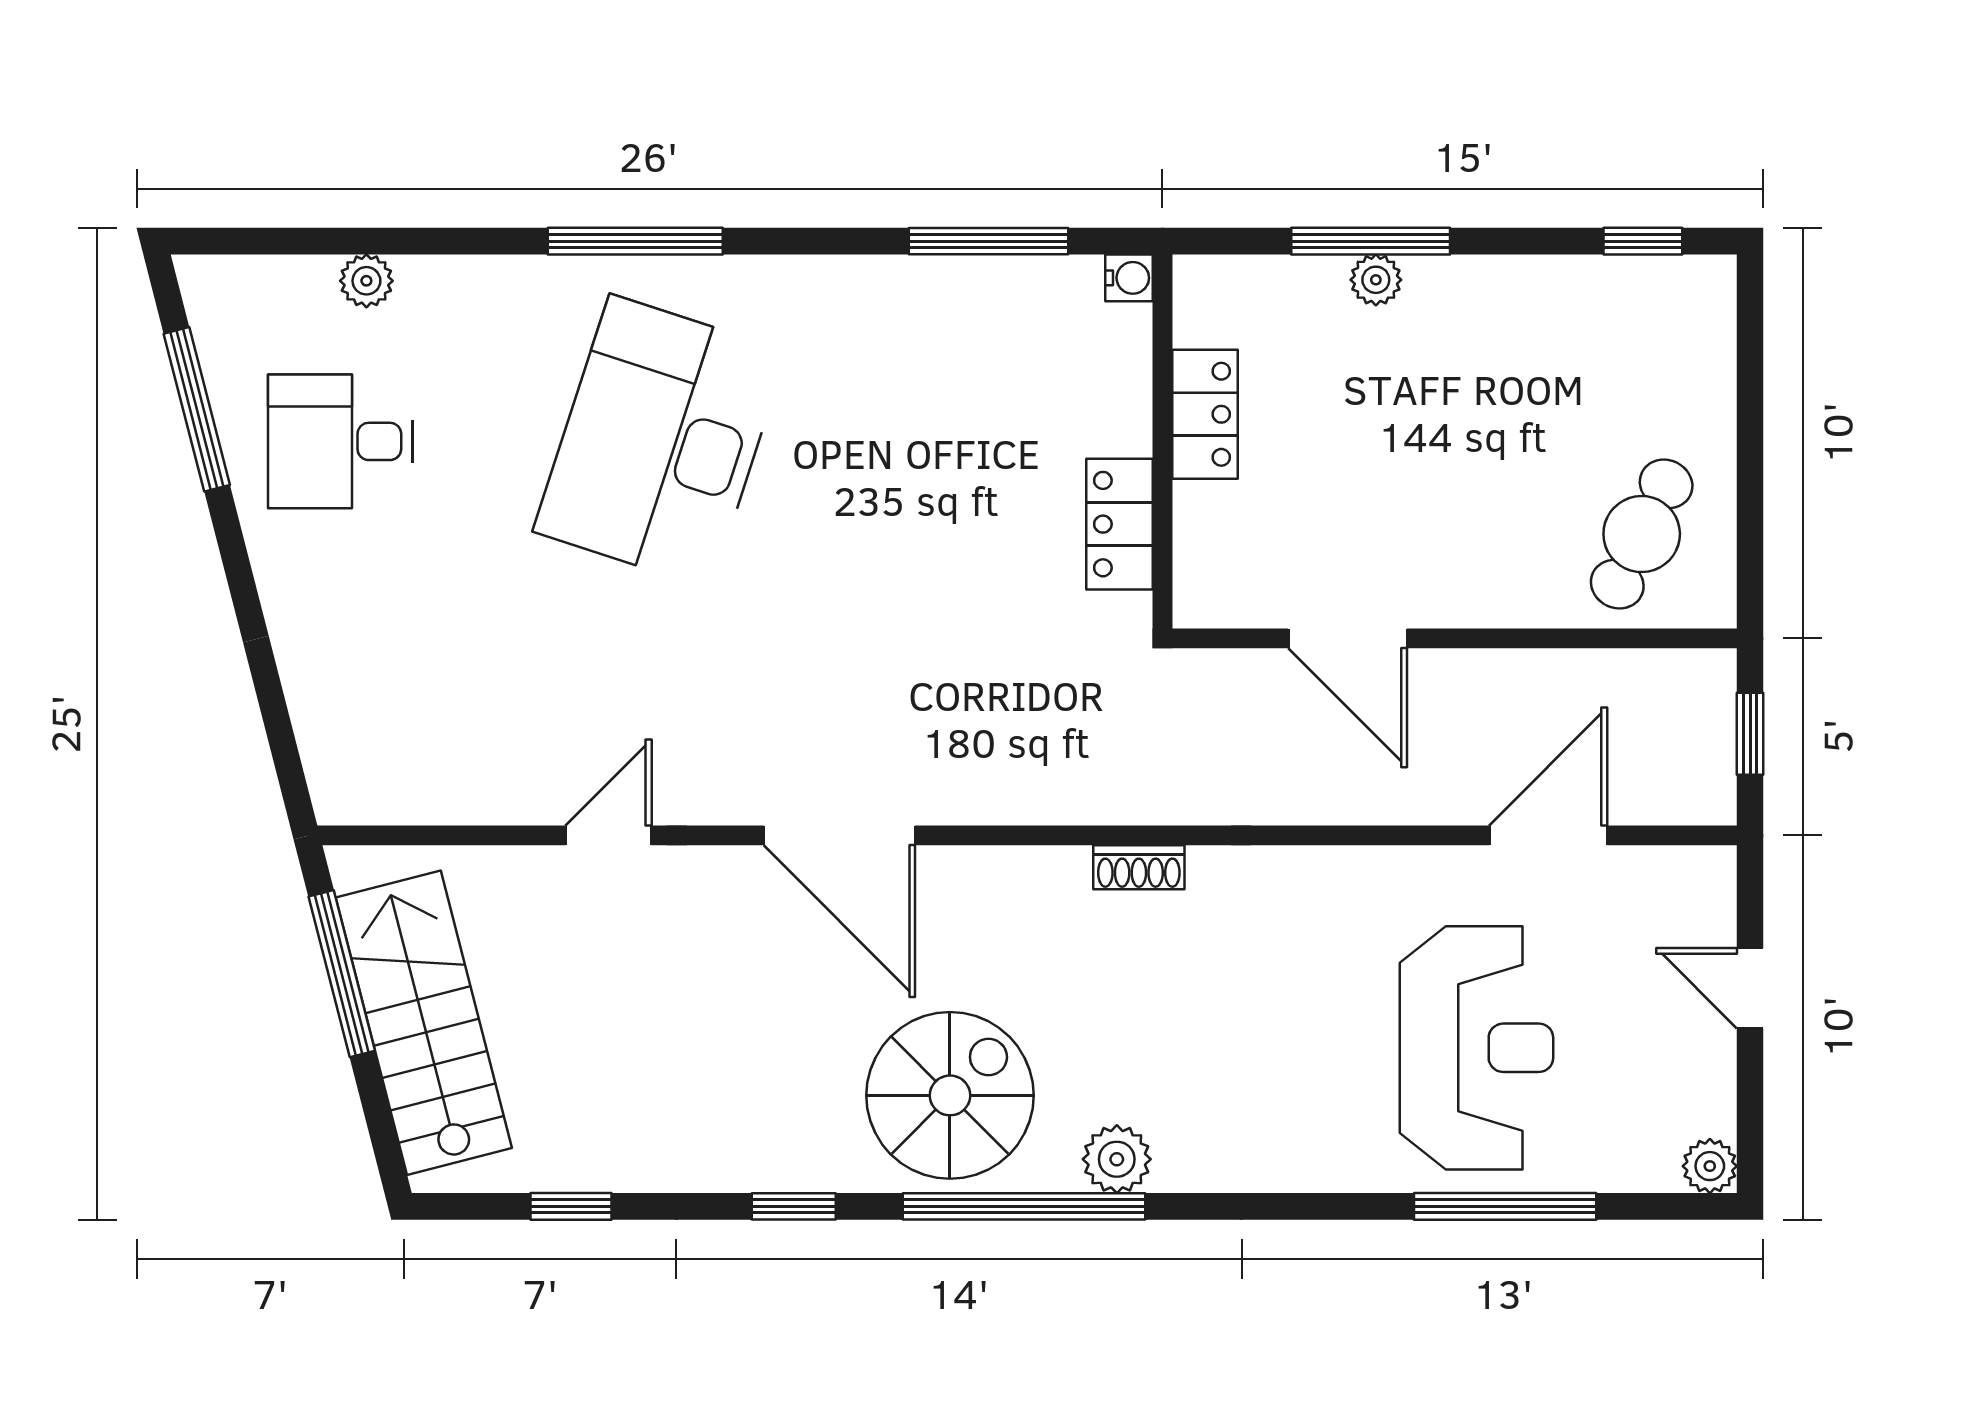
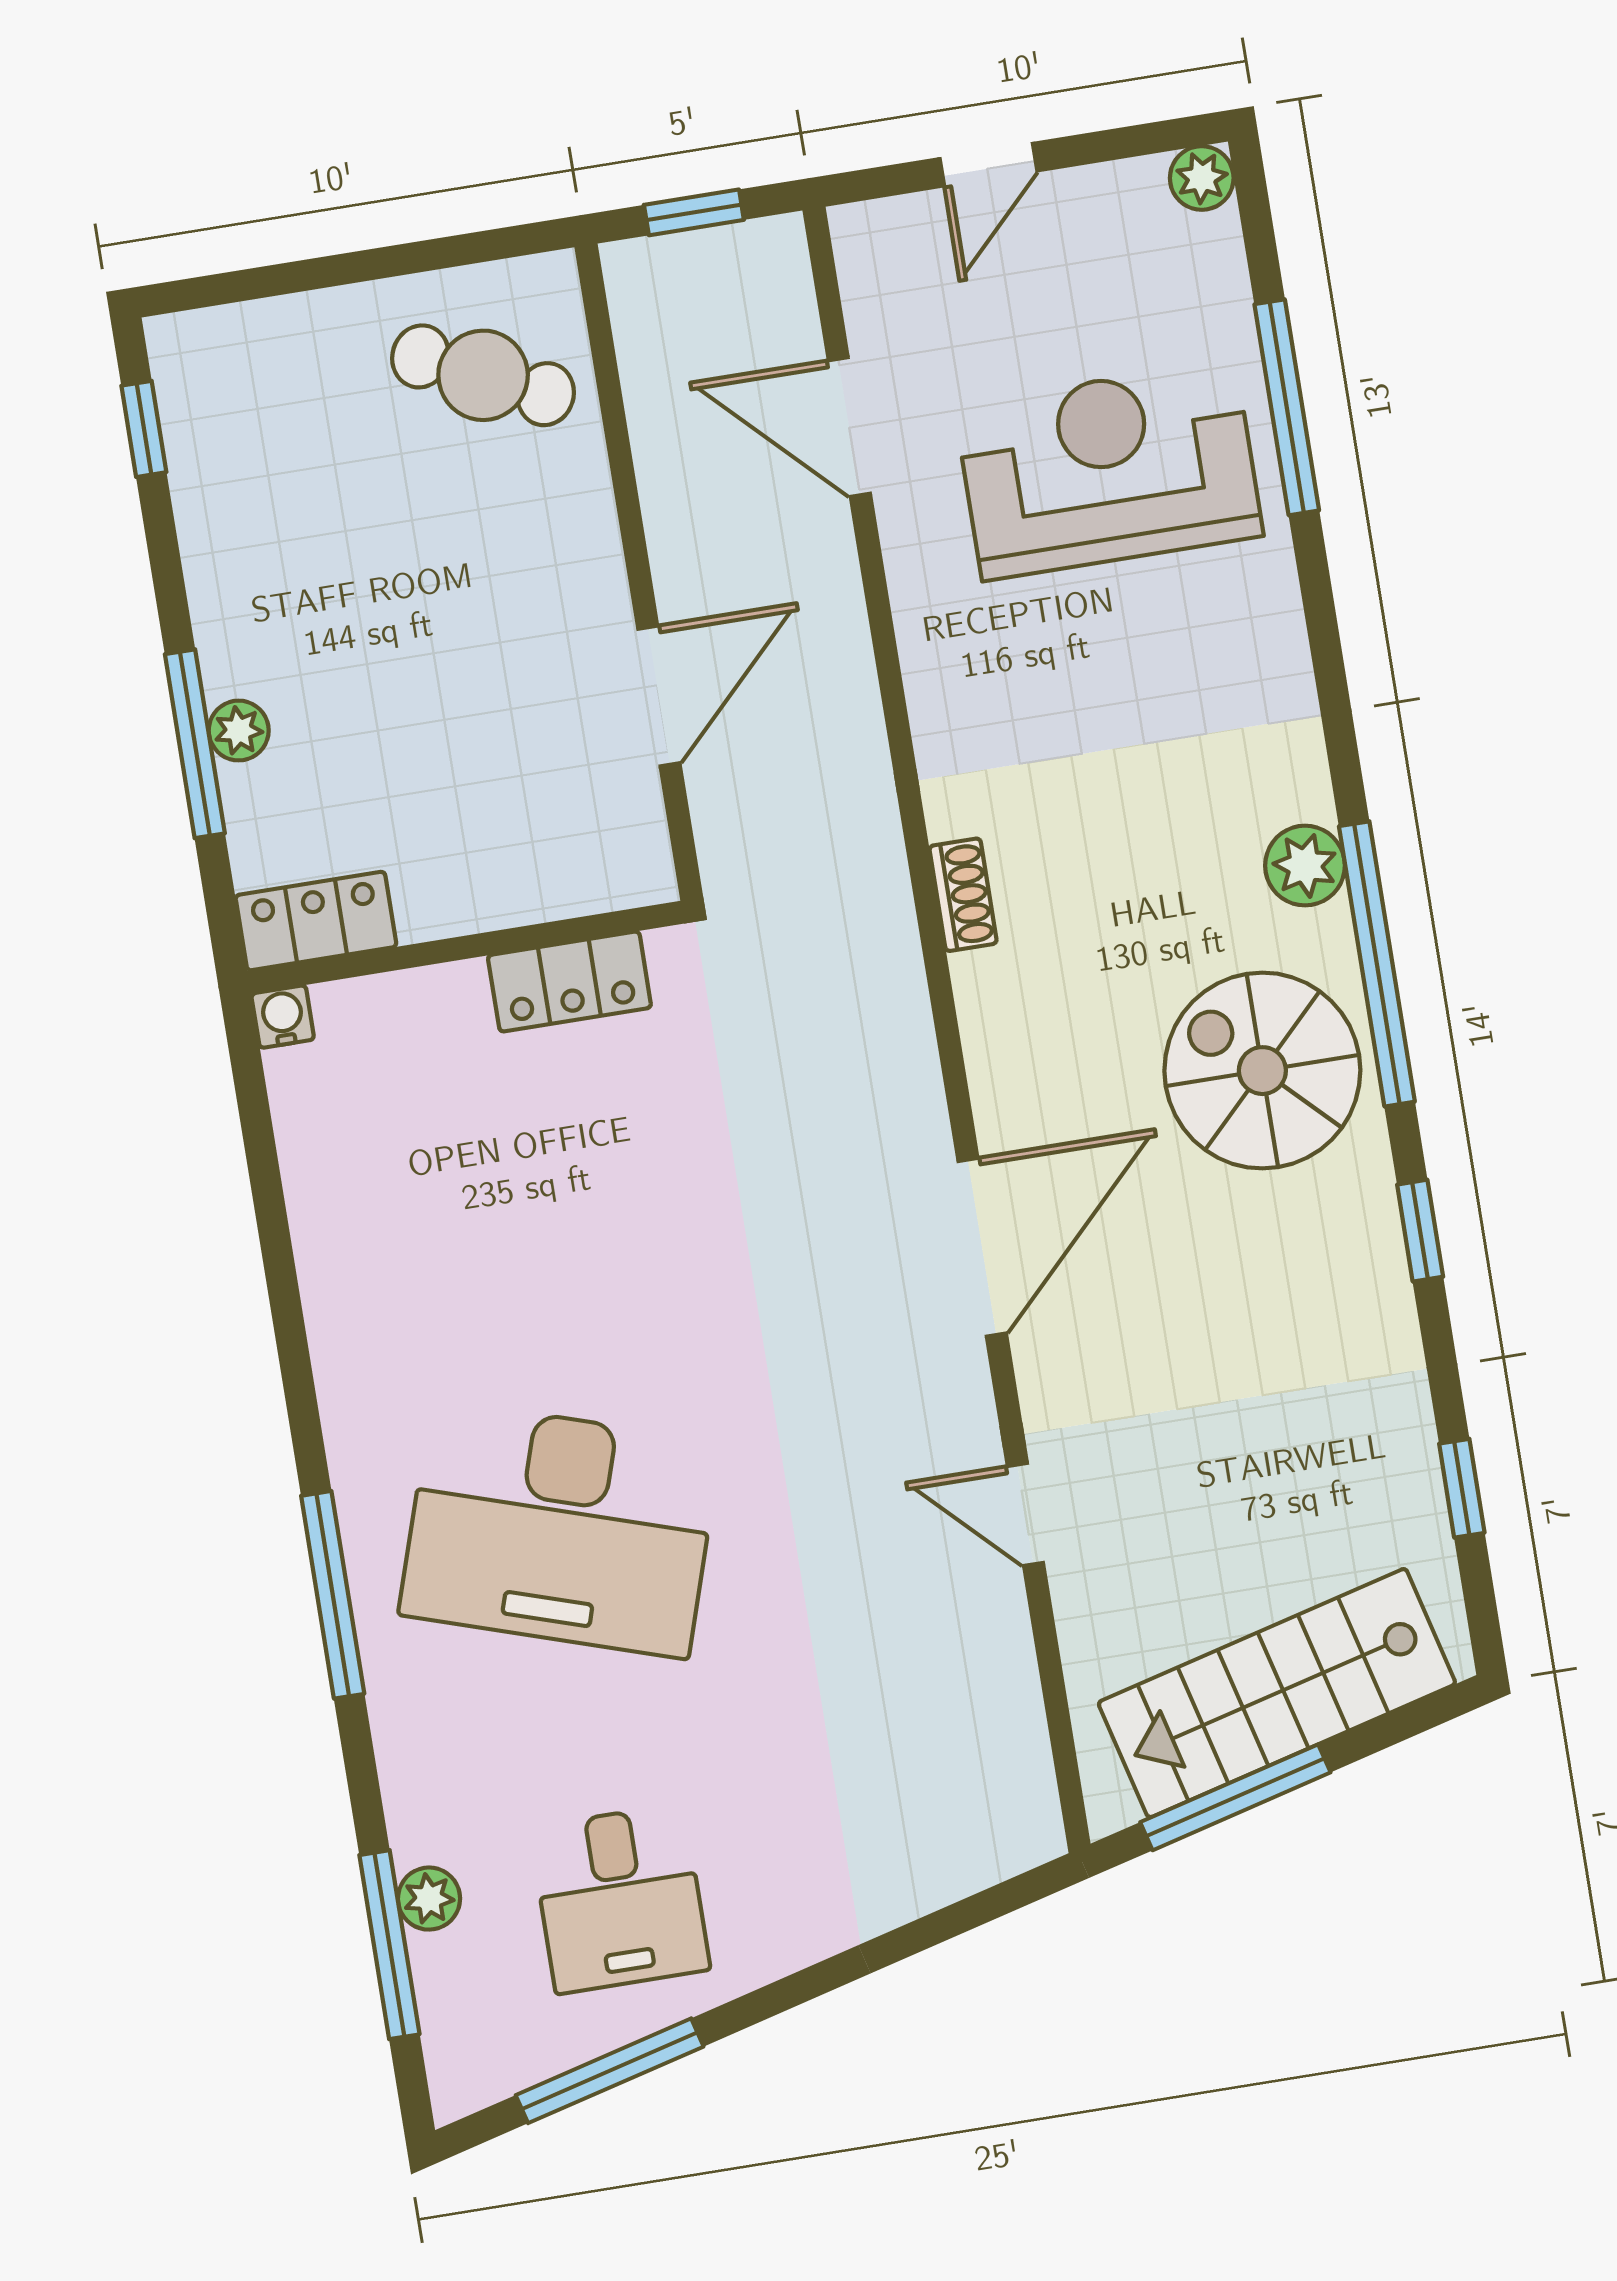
window: (989, 241) -> (389, 1945), moved
locker: (1205, 414) -> (316, 921), moved

